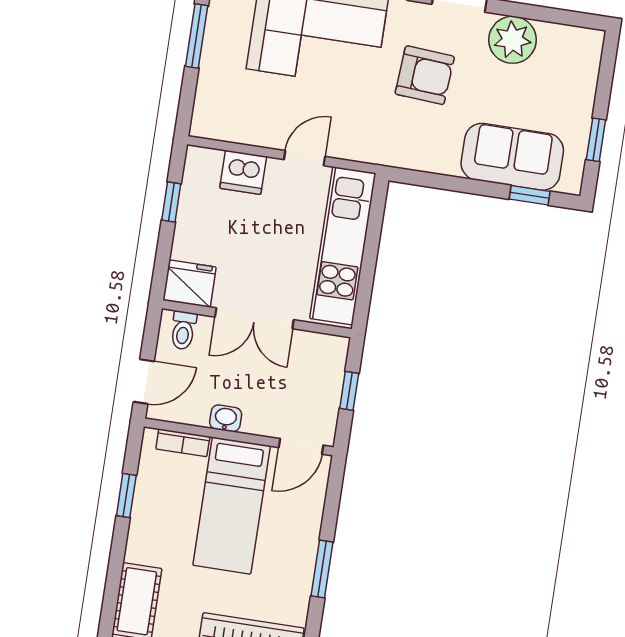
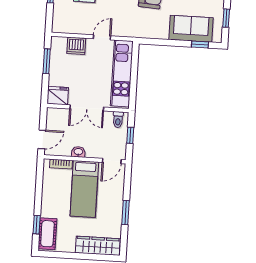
window: (171, 202) -> (47, 61), width x1.50
toilet: (183, 330) -> (118, 120), moved
window: (126, 495) -> (37, 225), moved

